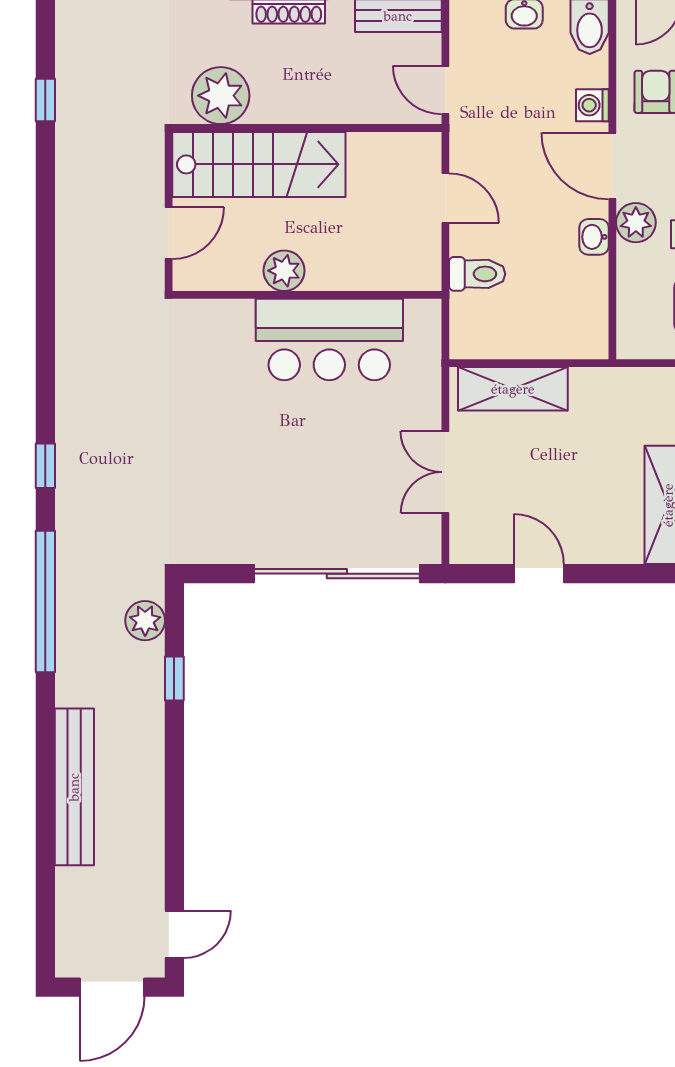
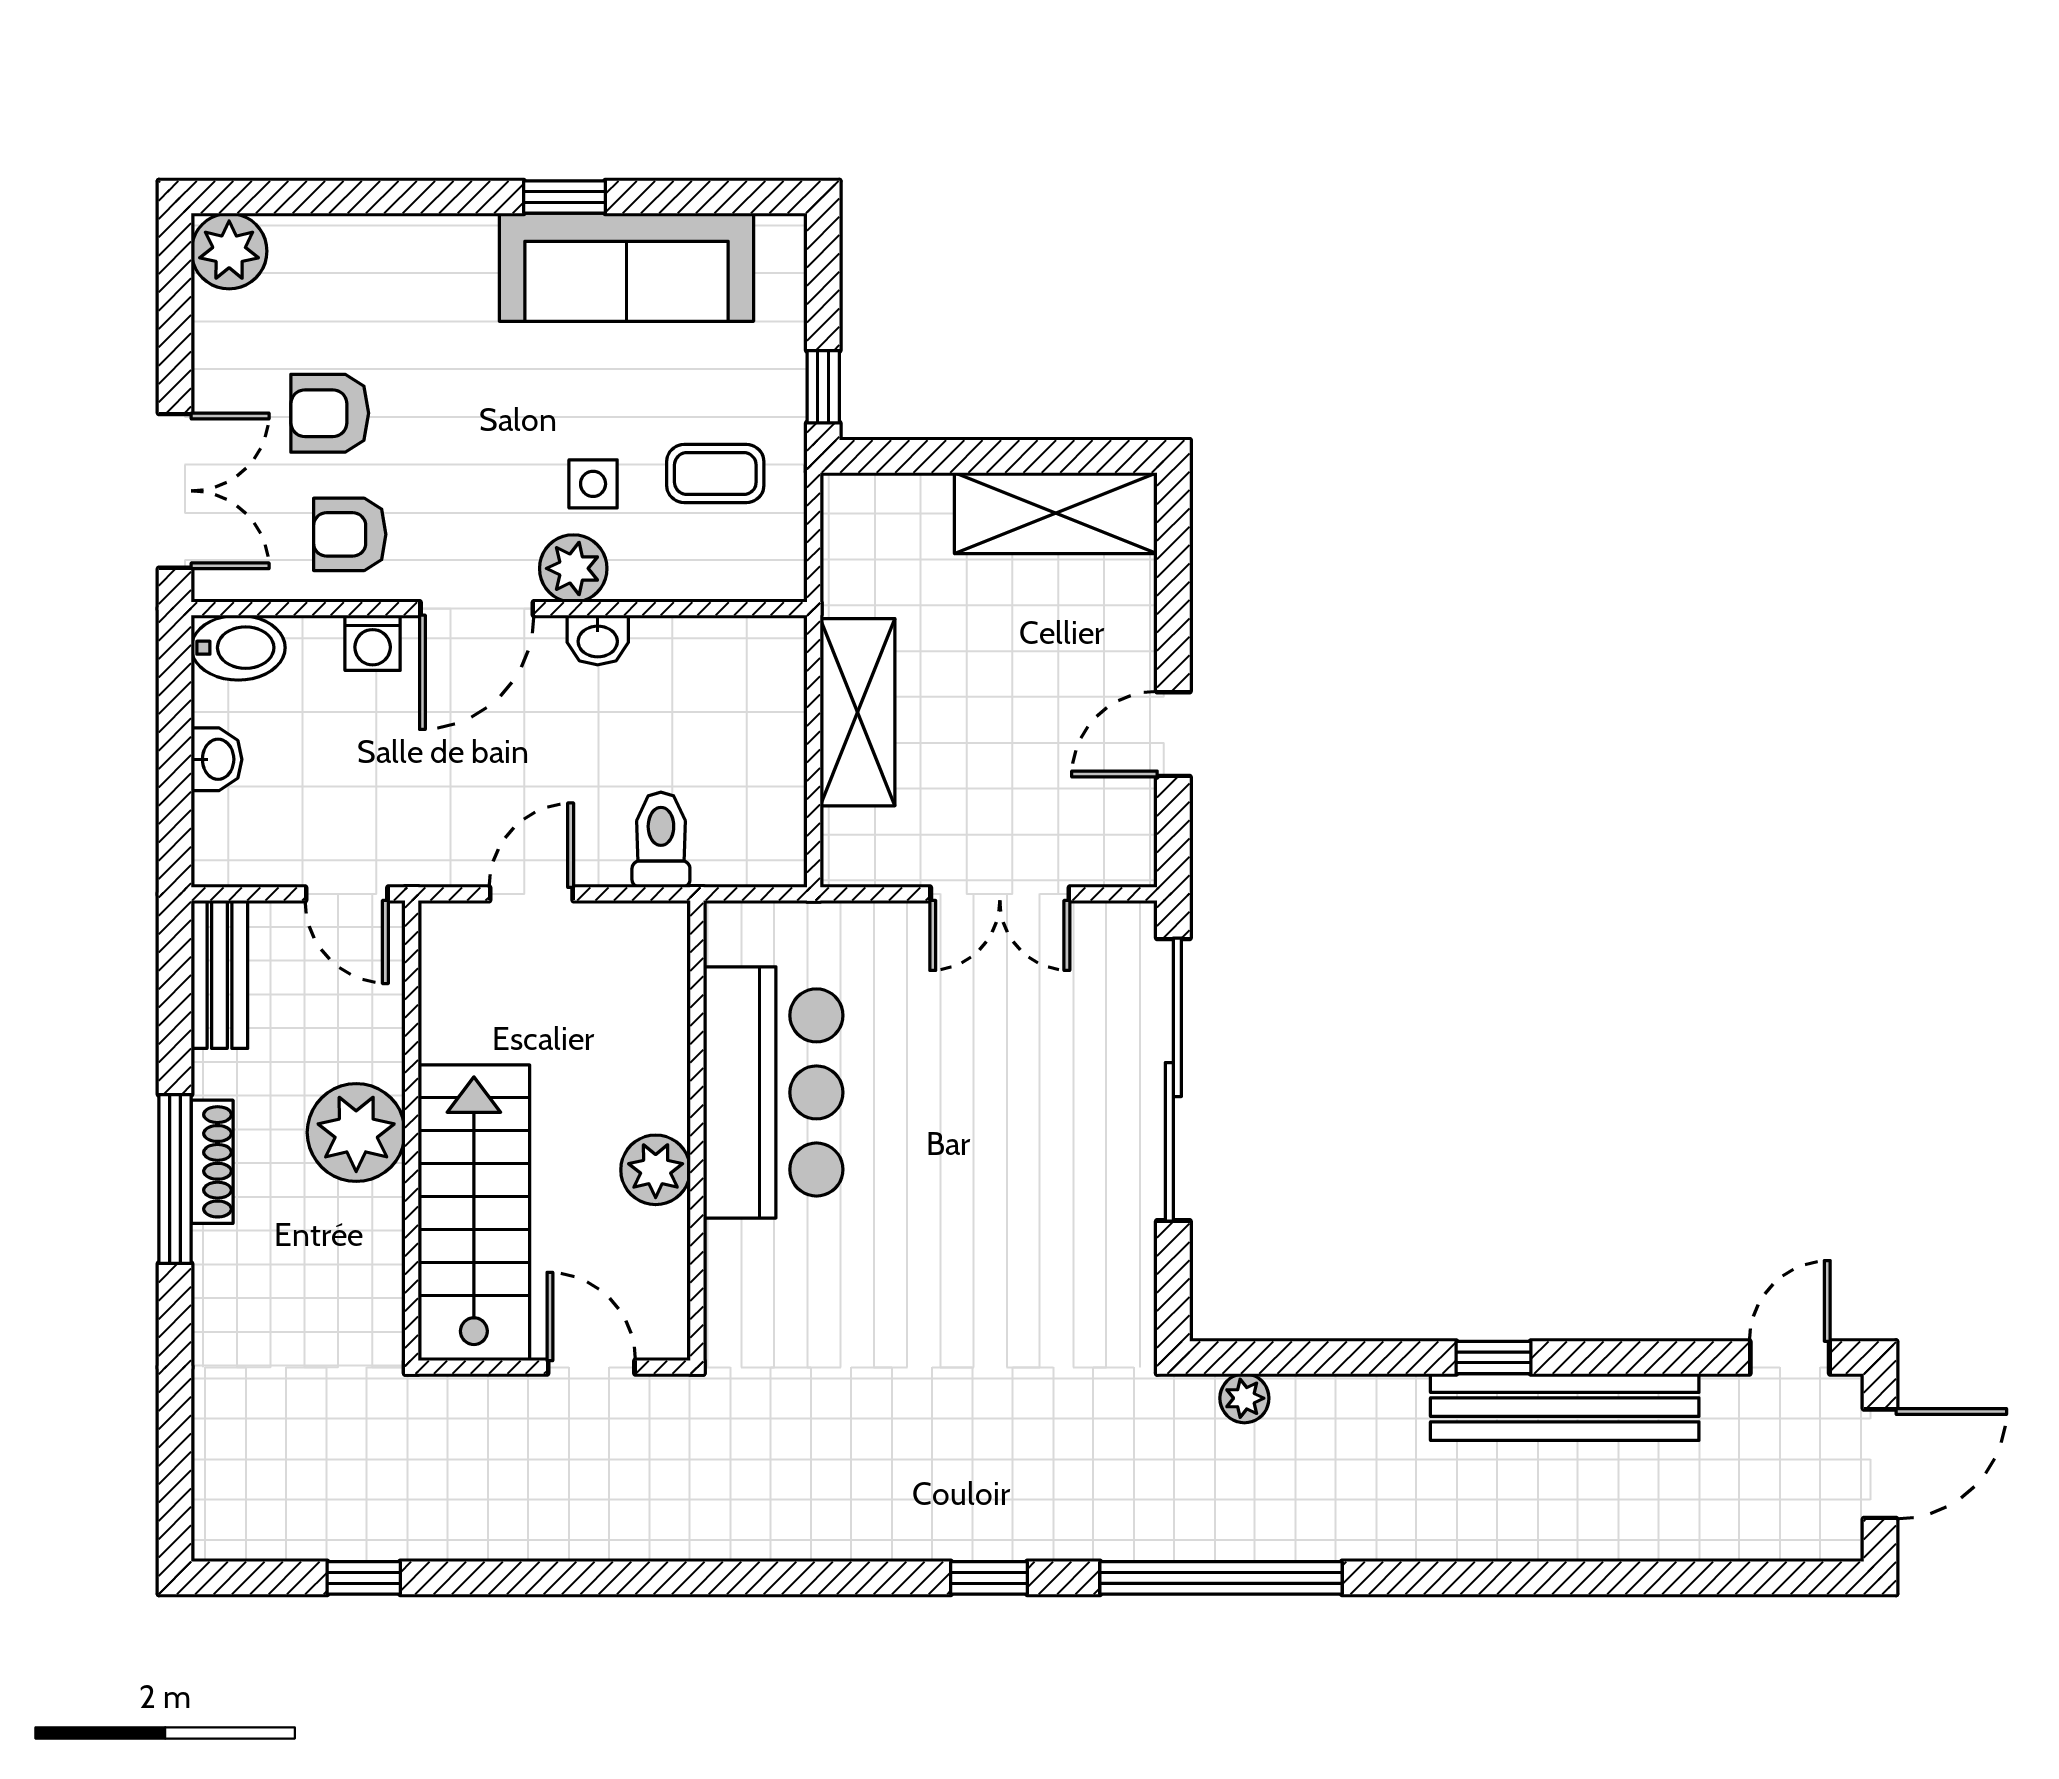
door: (445, 90) -> (347, 894), hinge flipped
plant: (221, 96) -> (356, 1132), moved
shelving: (513, 389) -> (857, 712), moved
plant: (145, 621) -> (1244, 1398), width x0.73, depth x0.73
window: (174, 679) -> (1493, 1357), moved
bench: (74, 787) -> (1565, 1407), moved
door: (174, 934) -> (1790, 1357), hinge flipped
door: (112, 987) -> (1880, 1464), hinge flipped

